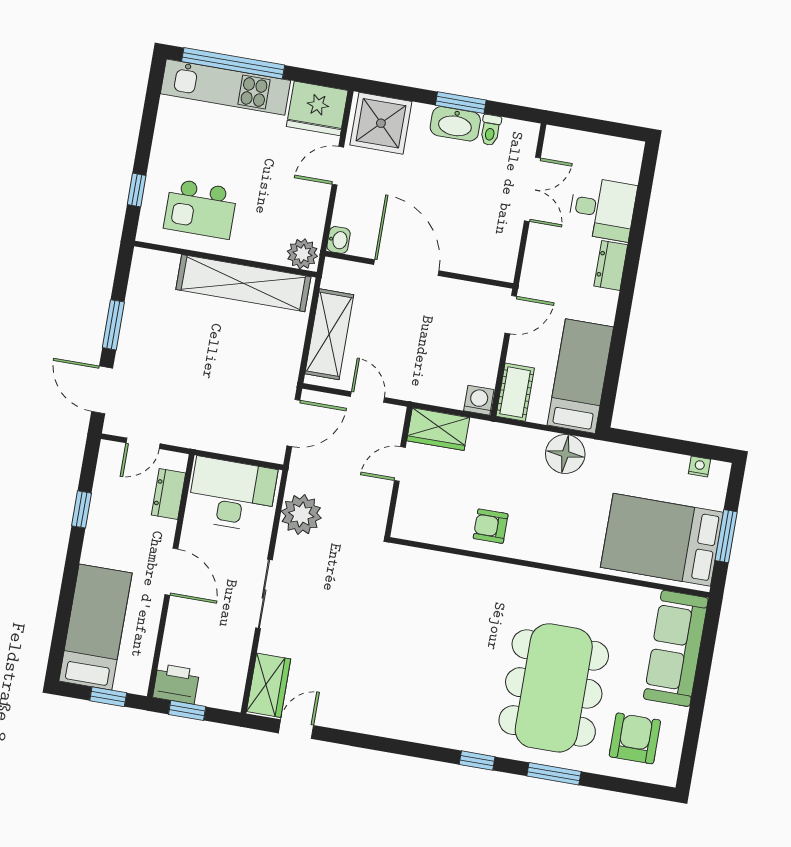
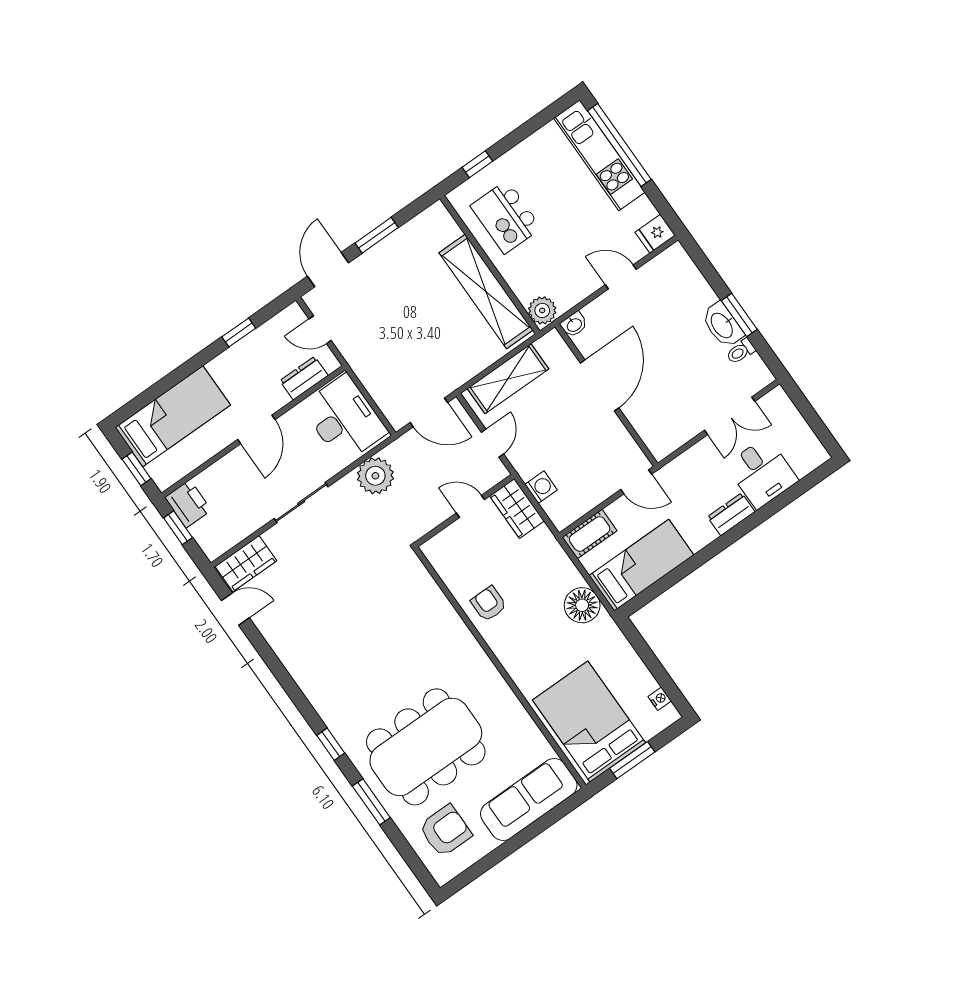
fridge: (317, 108) -> (655, 234), width x0.53, depth x0.75
shower: (381, 123) -> (675, 277), removed
washing machine: (479, 400) -> (541, 487), moved

